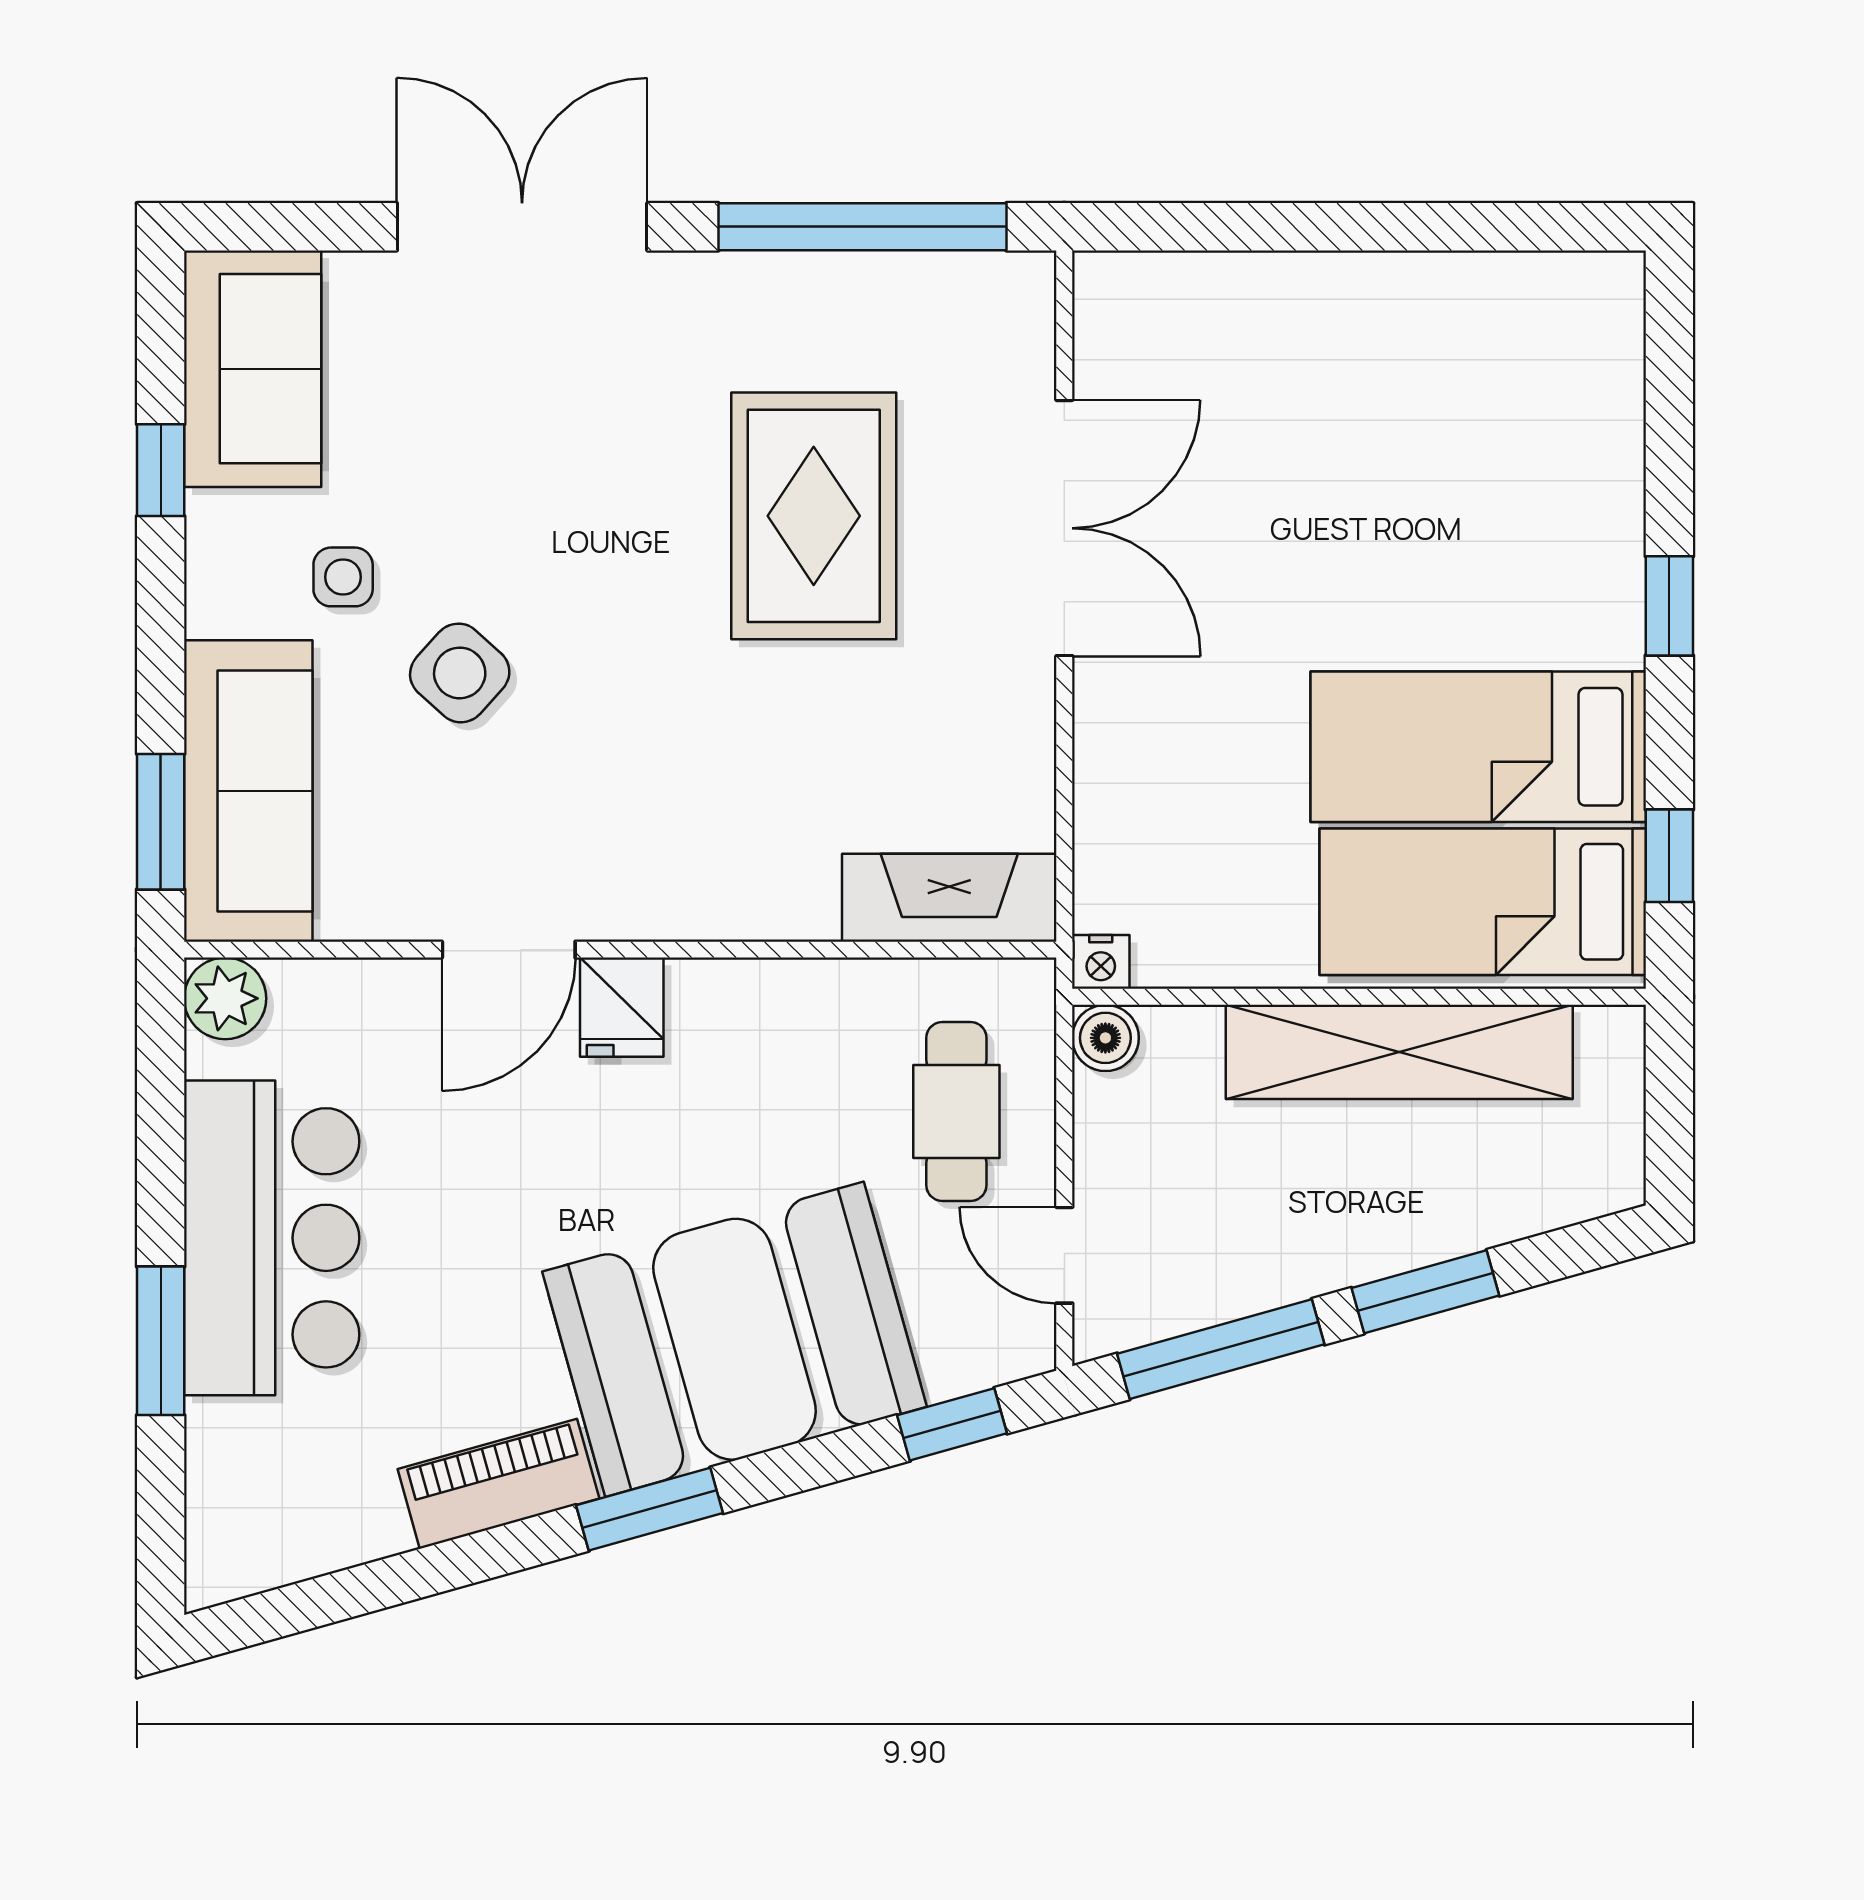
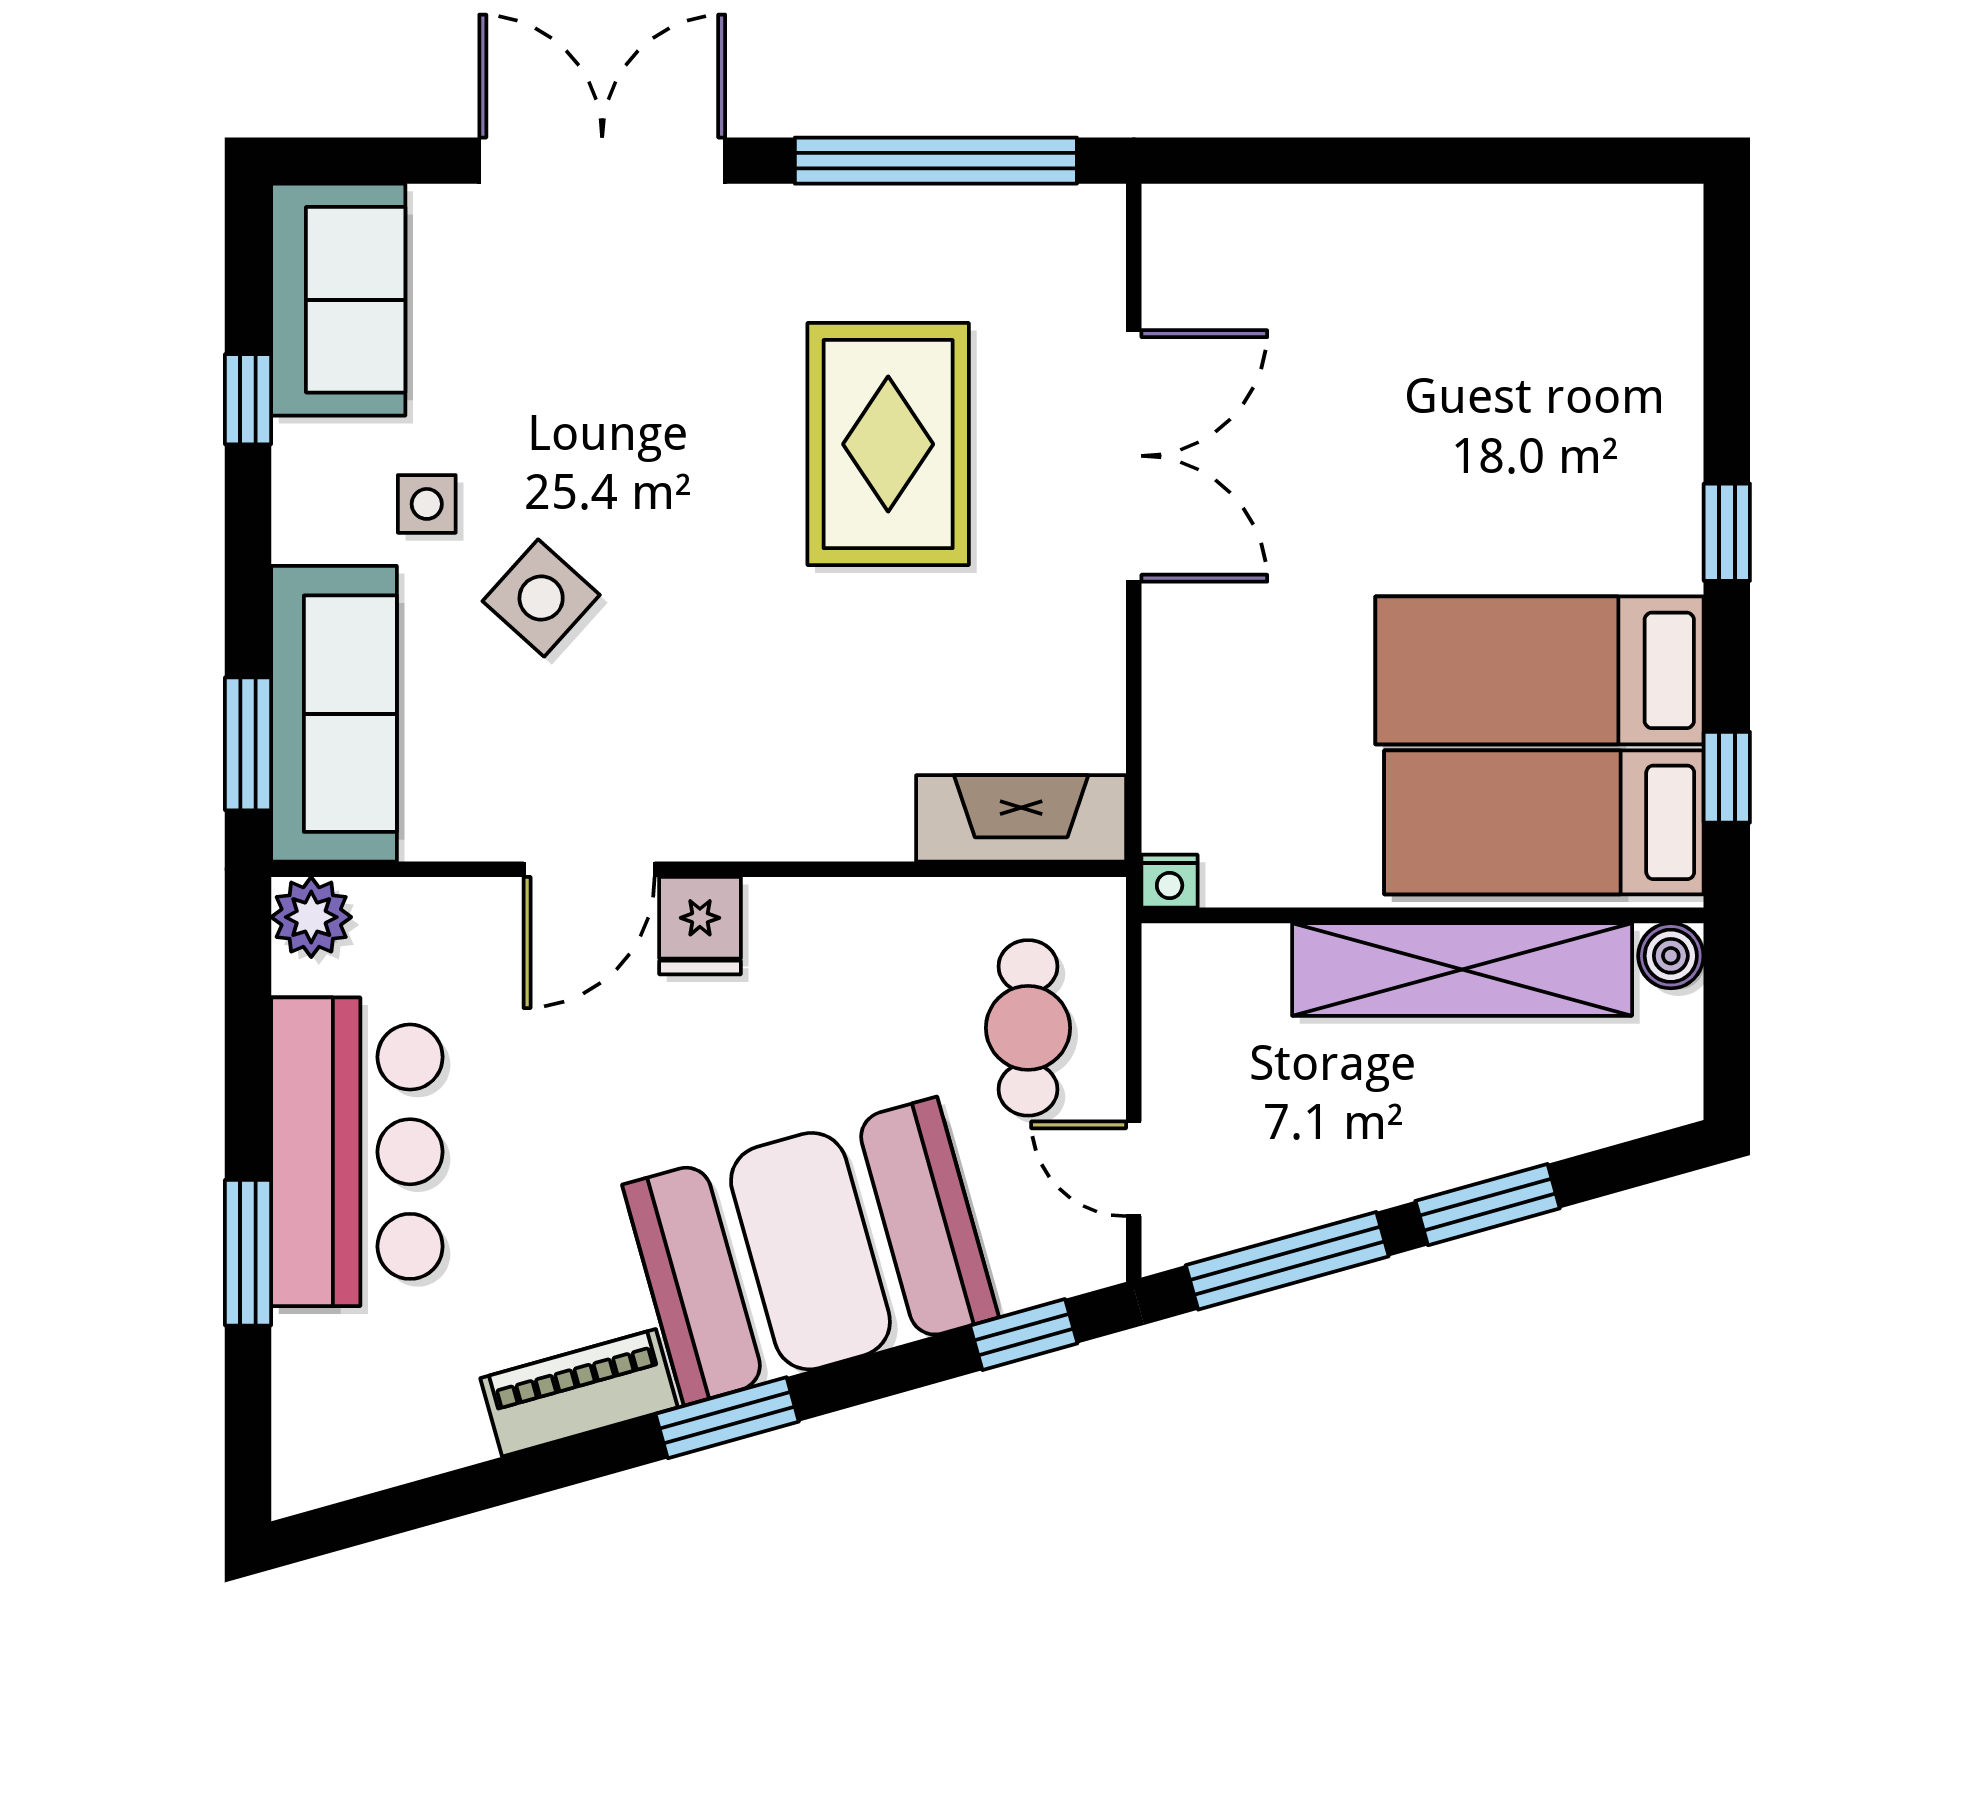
boiler: (1105, 1038) -> (1671, 956), moved

